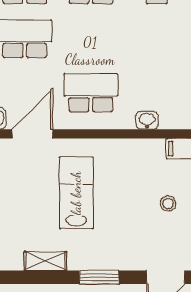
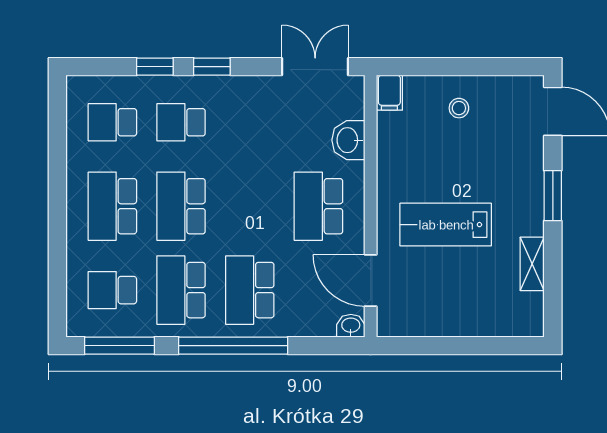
washbasin: (147, 120) -> (348, 140), width x1.38, depth x1.45

